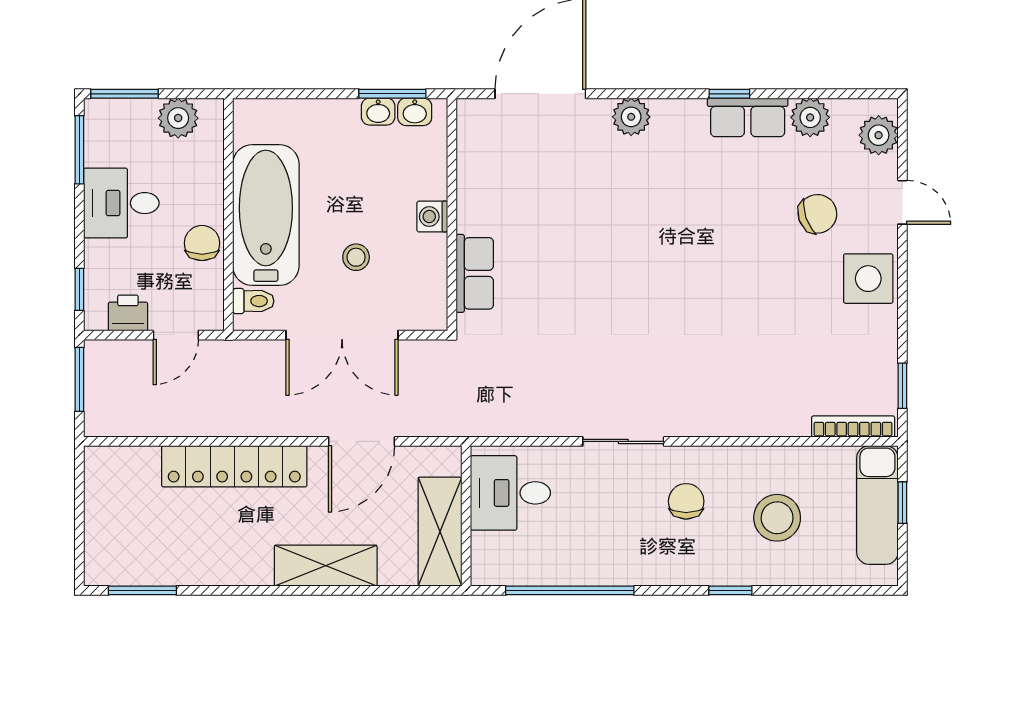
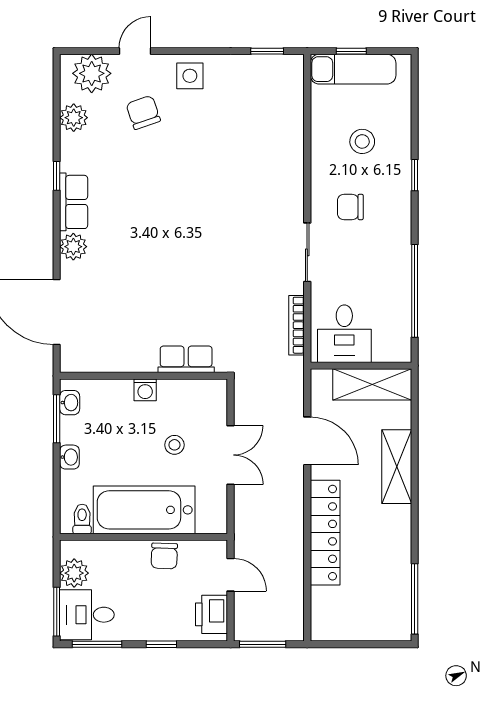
washbasin: (378, 112) -> (69, 457), moved
row of seats: (748, 117) -> (74, 202), moved
plant: (879, 135) -> (92, 73), width x1.36, depth x1.36
desk: (121, 203) -> (87, 615), moved, turned 90
chair: (202, 243) -> (164, 556), turned -88
side table: (868, 279) -> (190, 76), width x0.73, depth x0.73
window: (79, 289) -> (161, 644), moved
toilet: (253, 301) -> (82, 519), moved
printer: (128, 313) -> (211, 614), width x1.36, depth x1.24
double door: (342, 335) -> (231, 455), width x0.73
bookcase: (853, 427) -> (296, 325), moved
stool: (777, 518) -> (362, 141), width x0.73, depth x0.73
window: (142, 590) -> (415, 599), width x1.44

